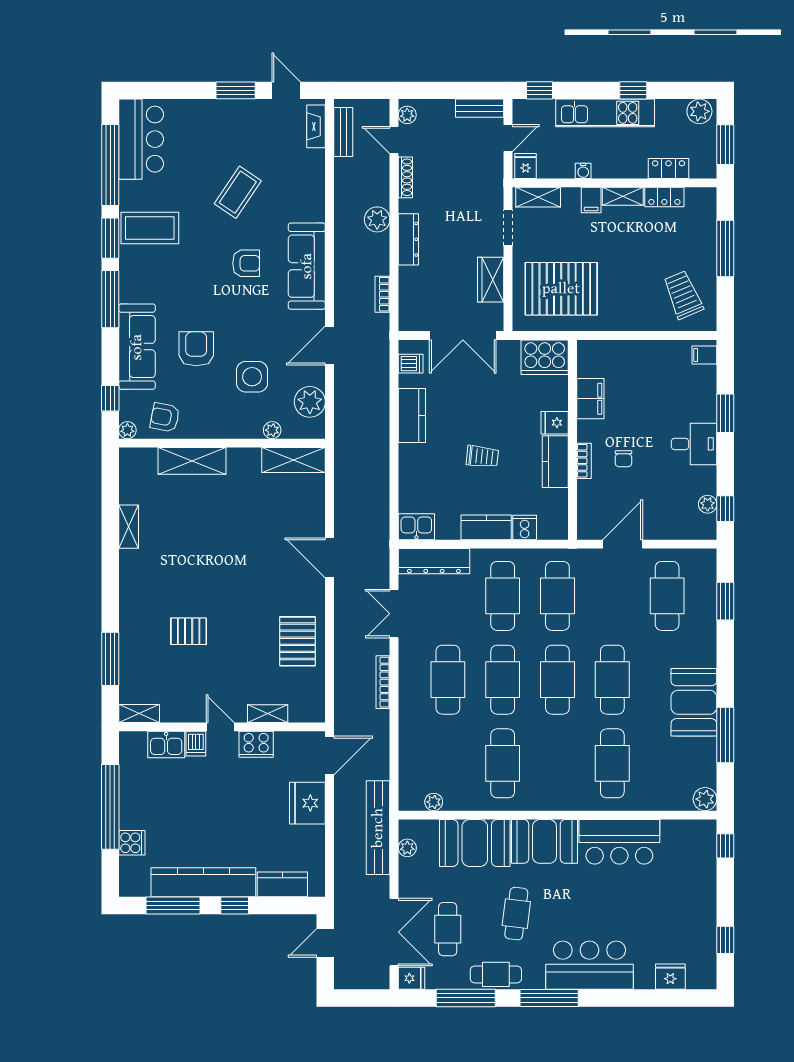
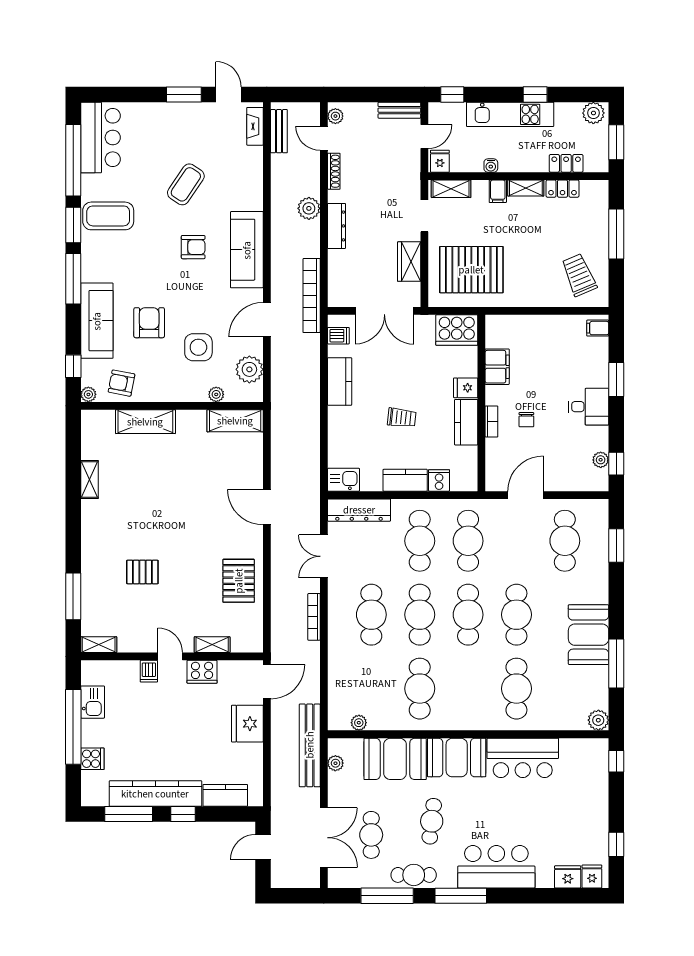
bookcase: (382, 294) -> (312, 296), width x2.31, depth x1.31
kitchen sink: (166, 745) -> (93, 702), moved, turned -90
fridge: (412, 978) -> (592, 876), moved, turned -90

